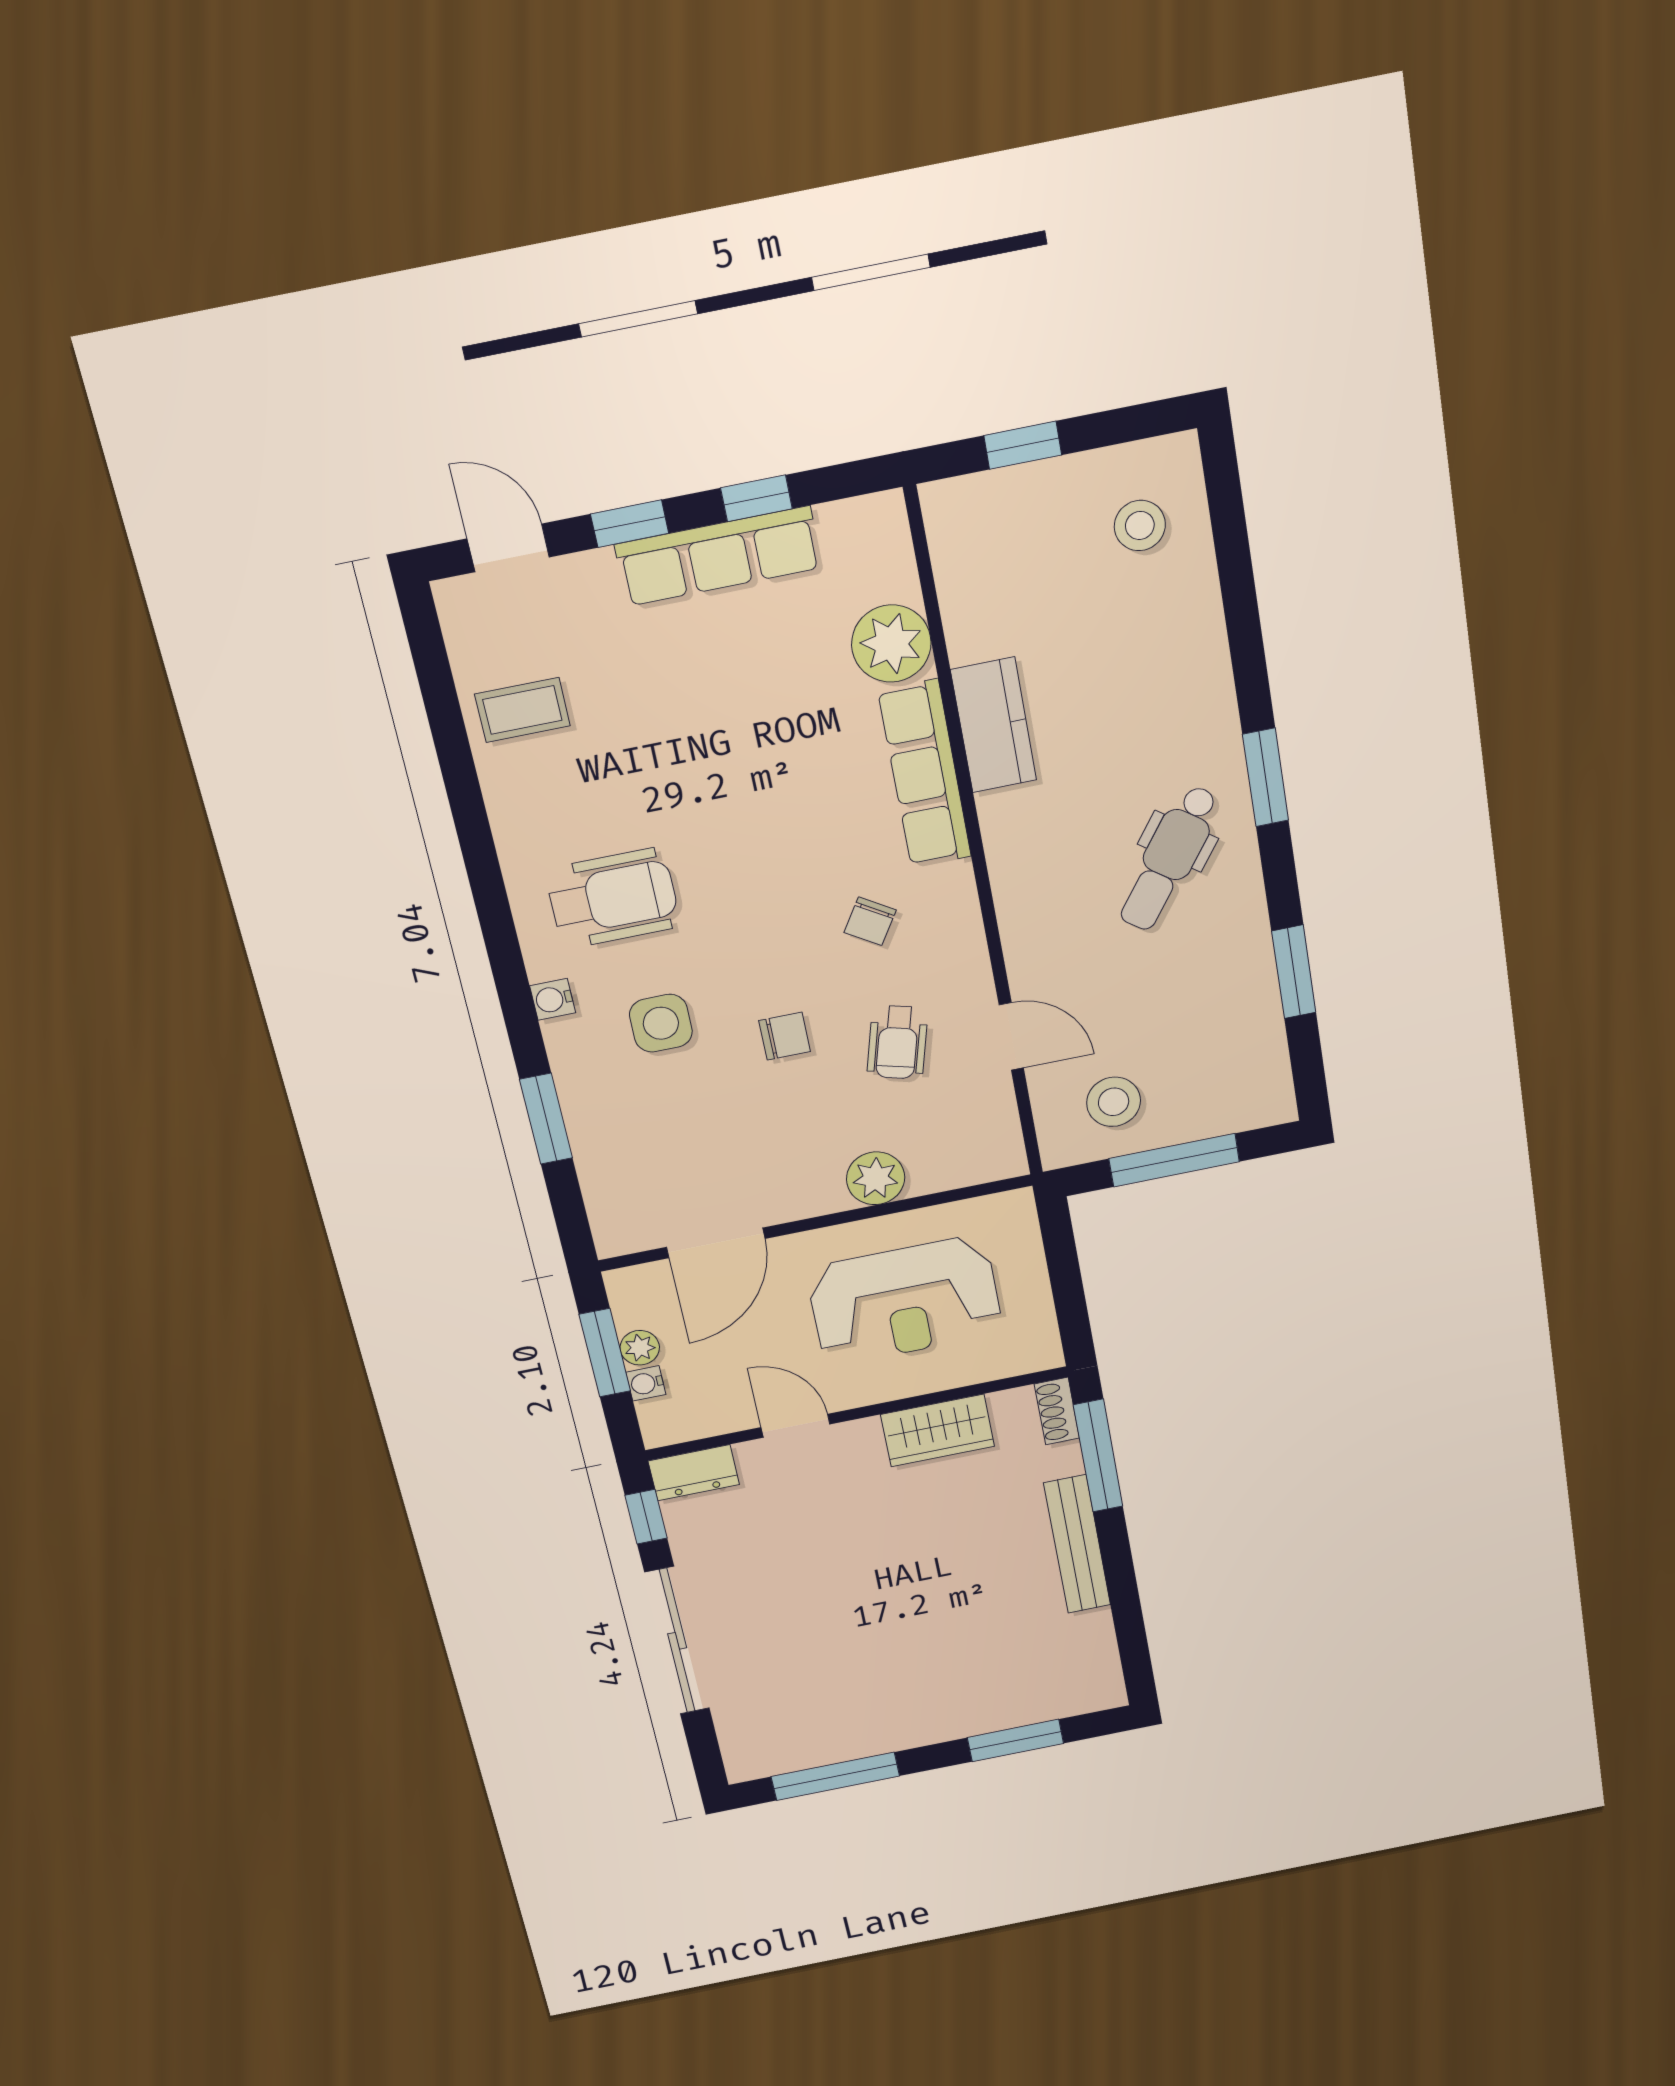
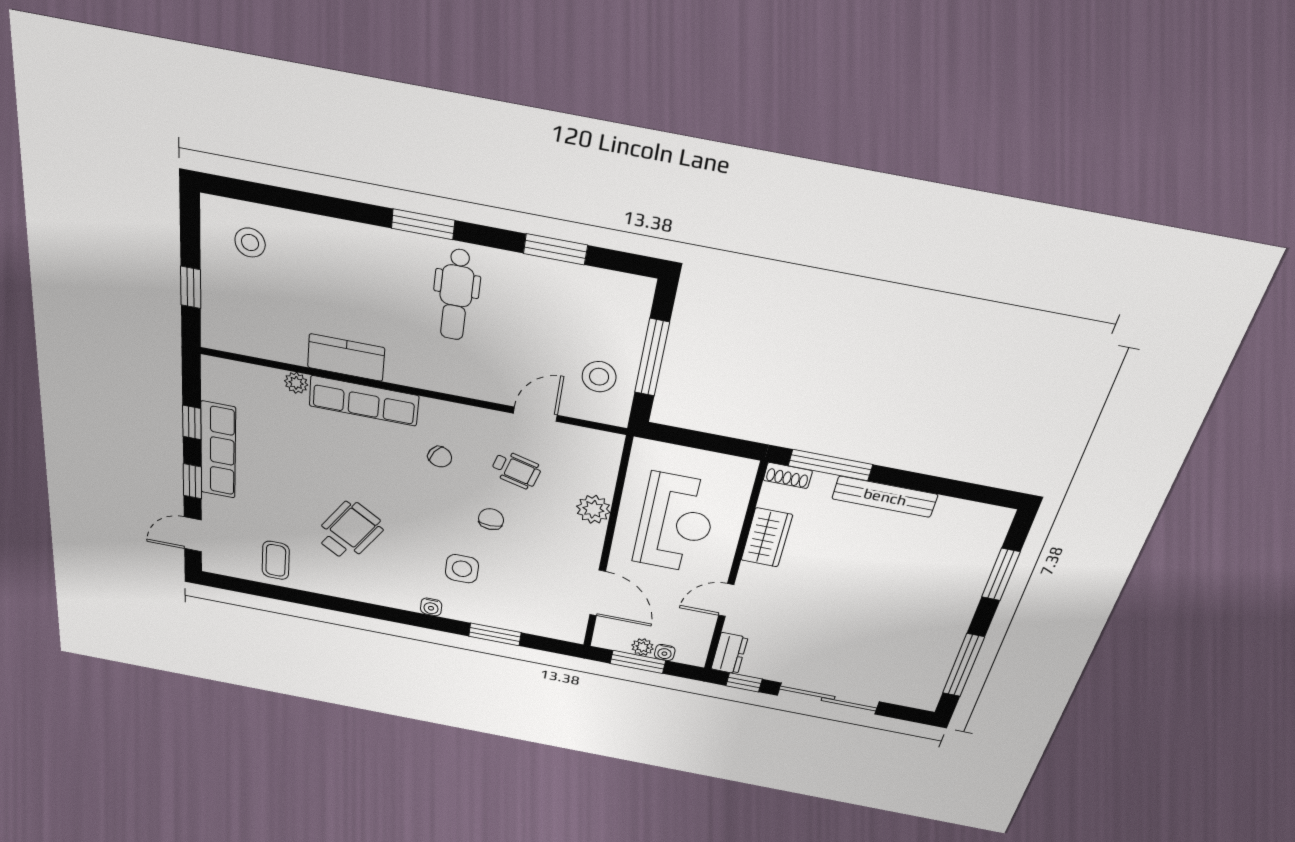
plant: (891, 644) -> (296, 383), width x0.53, depth x0.53
dental chair: (1169, 858) -> (456, 295), turned 54
wheelchair: (613, 898) -> (349, 531), moved, turned 33

